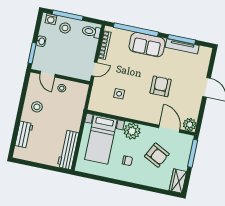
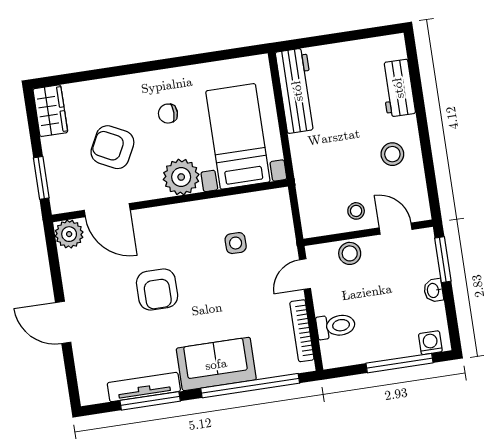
stool: (65, 28) -> (350, 253), moved
toilet: (91, 32) -> (336, 326), moved
window: (193, 153) -> (41, 178), width x0.69

